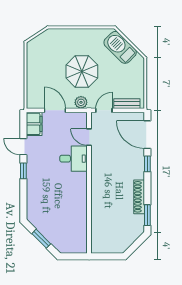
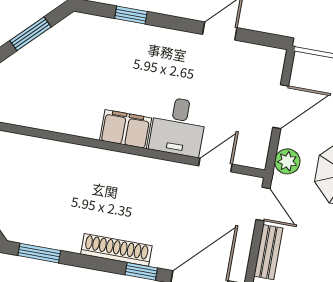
filing cabinet: (34, 124) -> (126, 129), moved, turned 180
window: (23, 171) -> (131, 15), moved
shoe rack: (139, 197) -> (116, 250), moved

